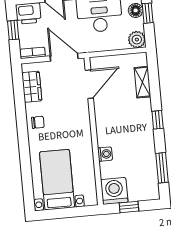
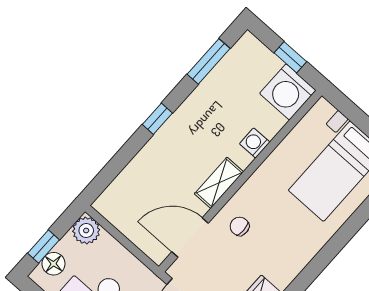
shelving: (142, 82) -> (219, 183), moved
chair: (38, 122) -> (240, 226), moved

